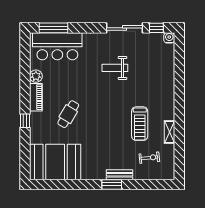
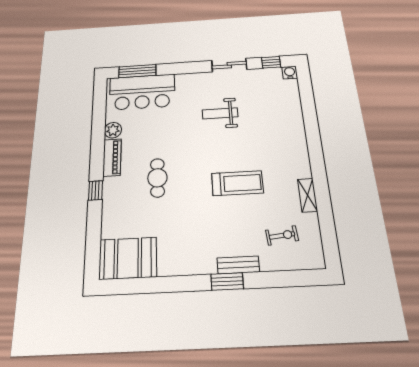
sliding door: (124, 28) -> (229, 65), width x0.73
cafe table: (68, 114) -> (157, 178), turned -31
treadmill: (140, 124) -> (237, 183), moved, turned -90
booth: (55, 162) -> (128, 258), width x0.73, depth x0.70

